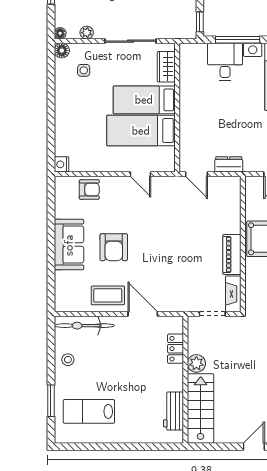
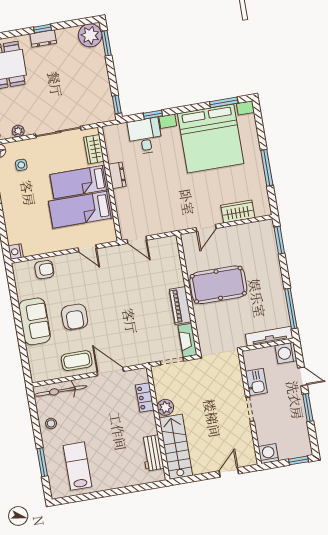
window: (238, 40) -> (153, 115), width x0.46
dresser: (229, 164) -> (117, 175), moved, turned 90
lab bench: (89, 411) -> (77, 466), turned 90

